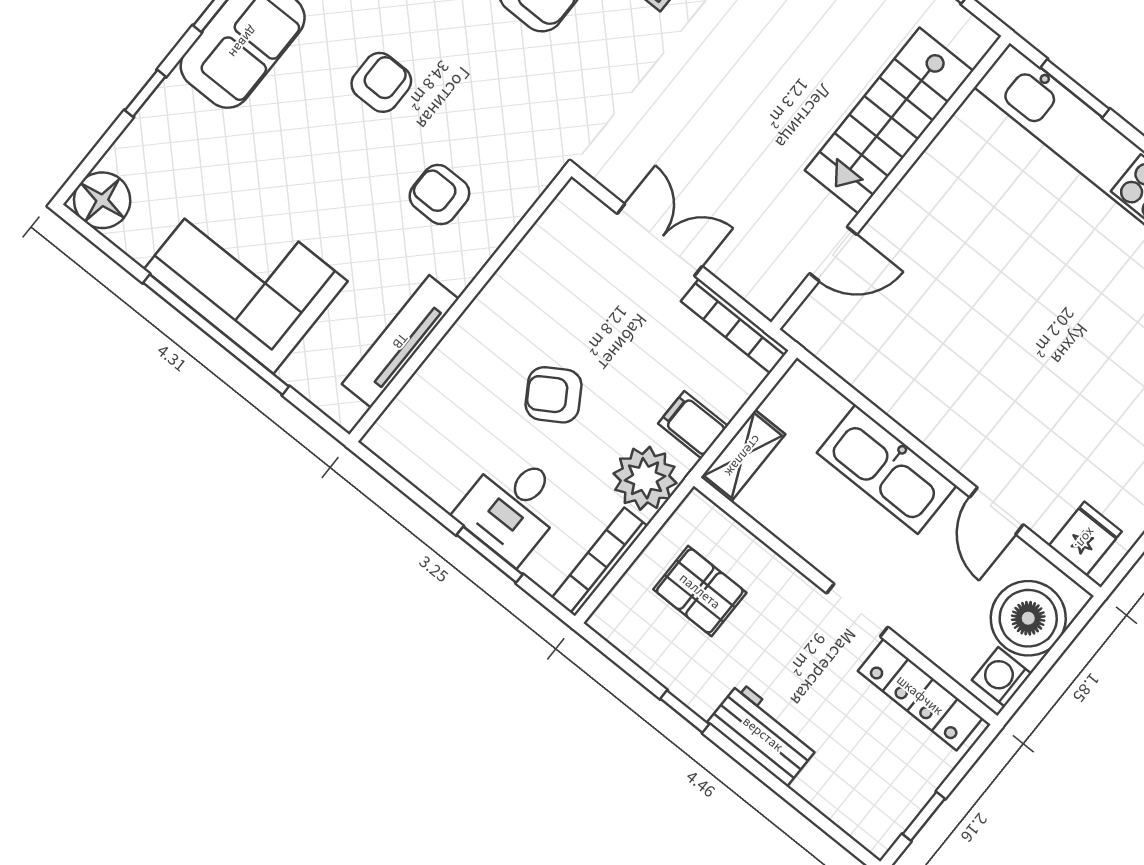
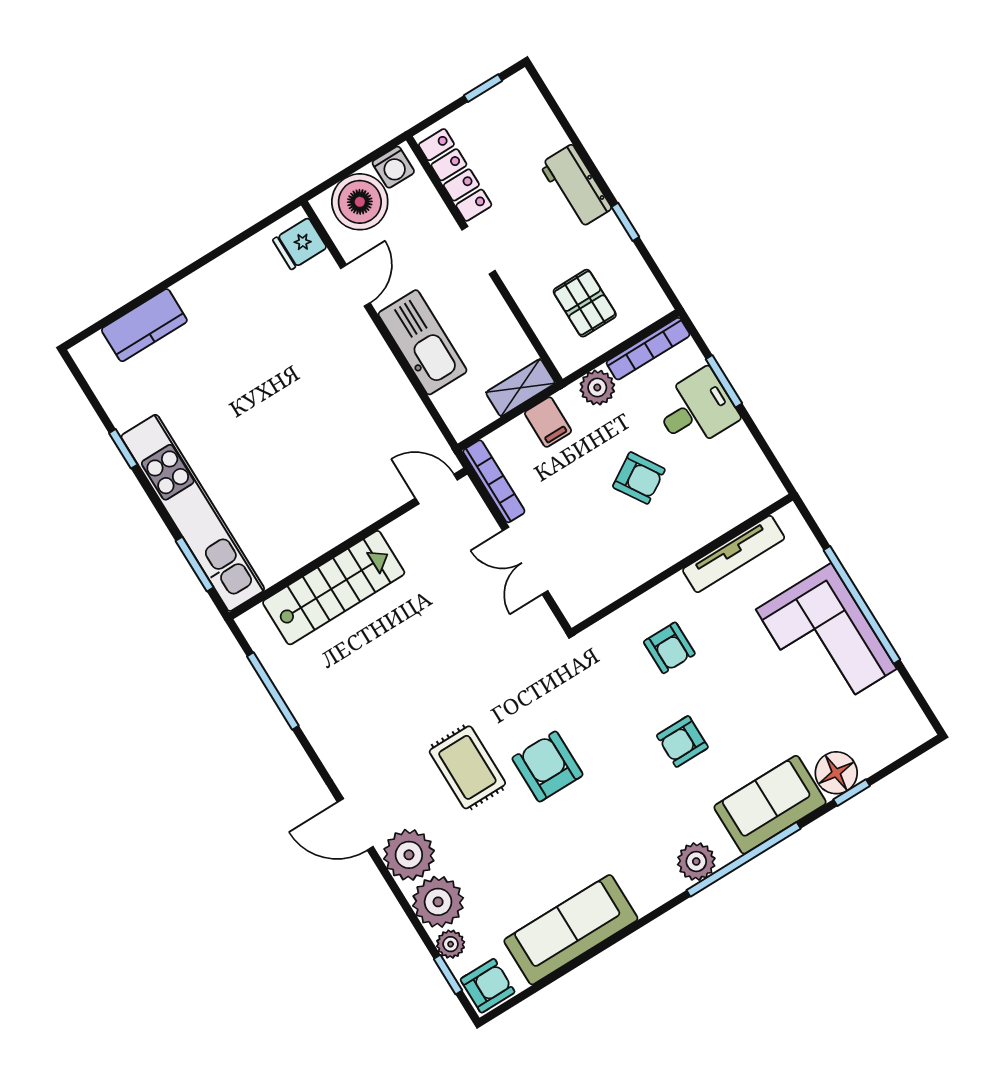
floor lamp: (102, 200) -> (836, 773), moved
door: (833, 254) -> (436, 489), moved
plant: (645, 478) -> (597, 388), width x0.73, depth x0.73

